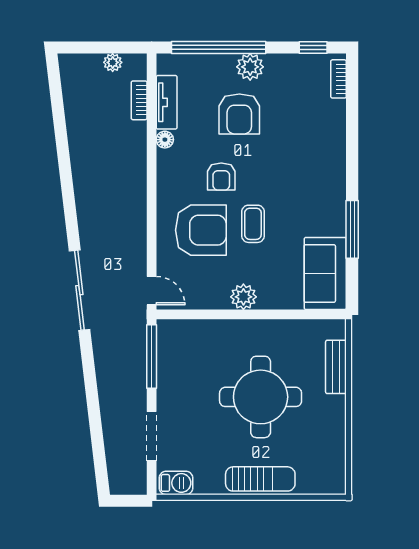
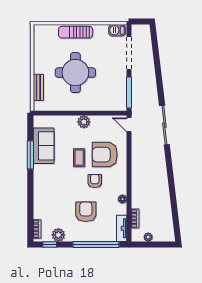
plant: (250, 67) -> (58, 235), moved
tv unit: (167, 102) -> (122, 228), moved
sofa: (325, 273) -> (44, 146), moved
doorway: (152, 436) -> (129, 53), width x1.36

